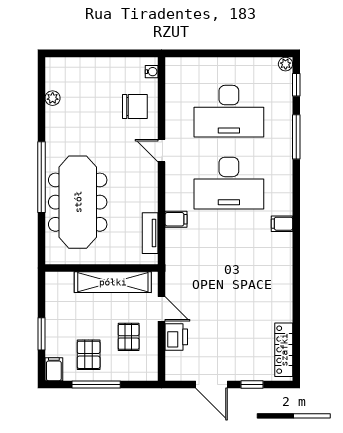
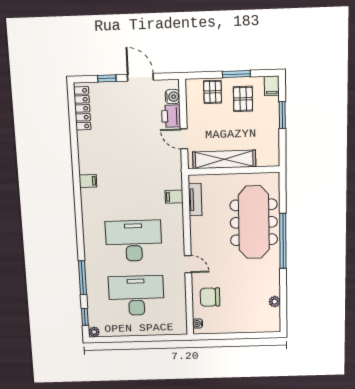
filing cabinet: (176, 219) -> (174, 197), moved
filing cabinet: (282, 224) -> (88, 181), moved
pallet: (129, 337) -> (213, 92), moved
water cooler: (174, 360) -> (172, 97), added
window: (96, 384) -> (236, 74), width x0.69

